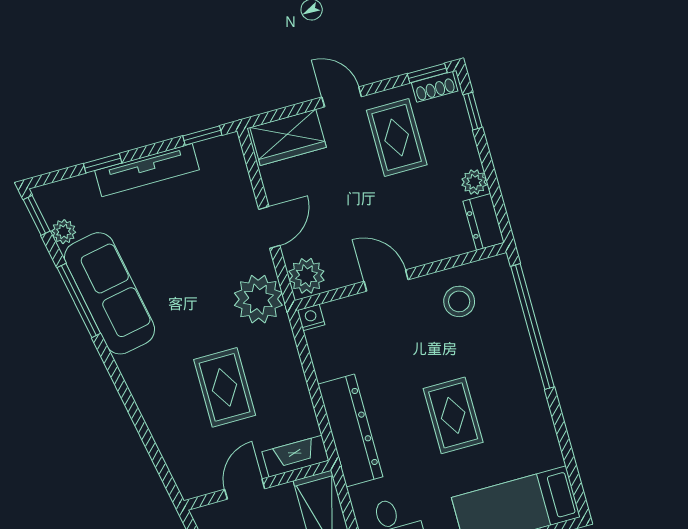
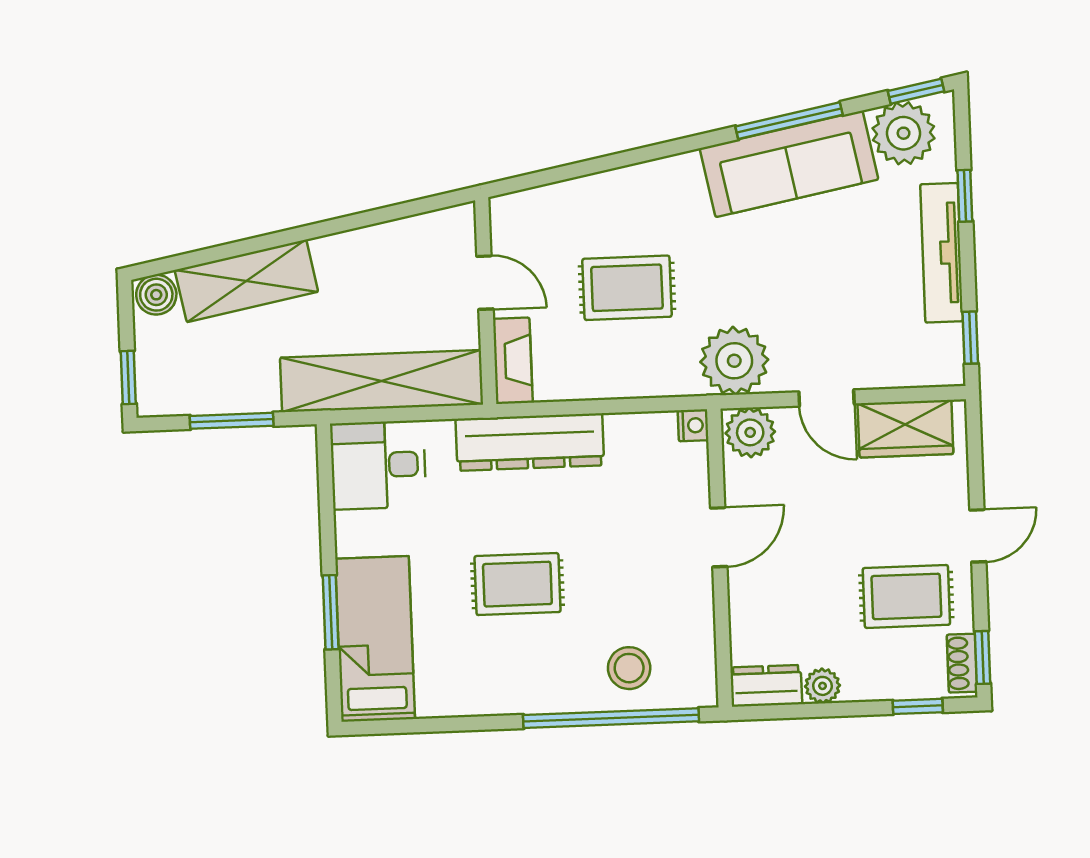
wardrobe: (288, 137) -> (905, 429), moved, turned -90
plant: (64, 232) -> (904, 133), width x1.88, depth x1.88
stool: (459, 301) -> (629, 668), moved

